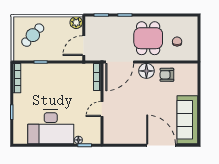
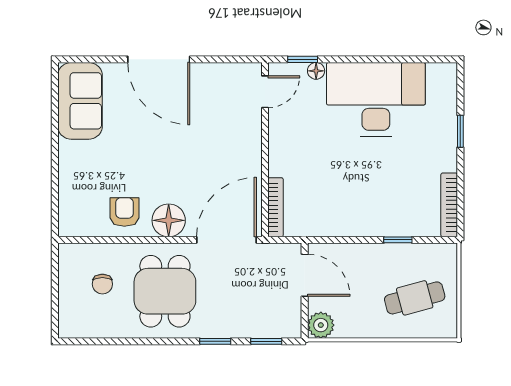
cafe table: (33, 35) -> (415, 298), turned 32
door: (84, 46) -> (305, 275), hinge flipped
armchair: (167, 75) -> (124, 212), turned -90
door: (102, 109) -> (265, 92), moved
sofa: (187, 120) -> (80, 101), width x0.73
door: (161, 145) -> (159, 59), moved

